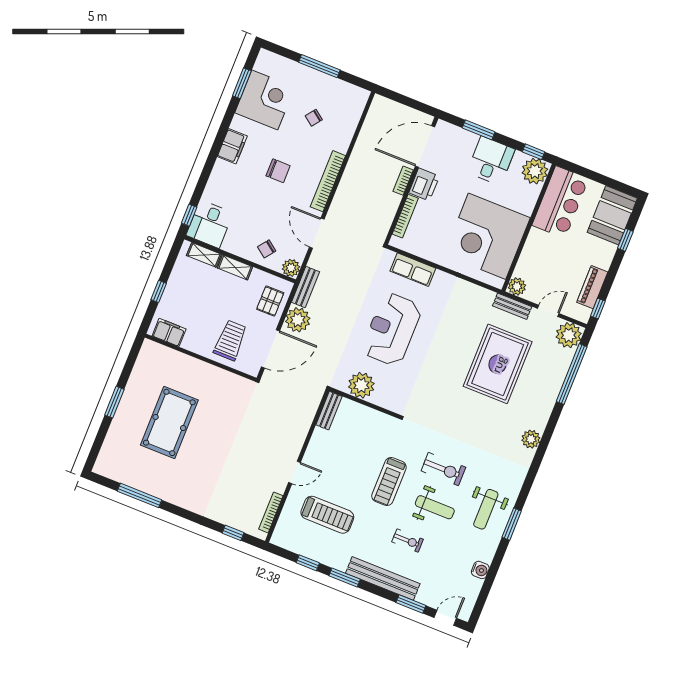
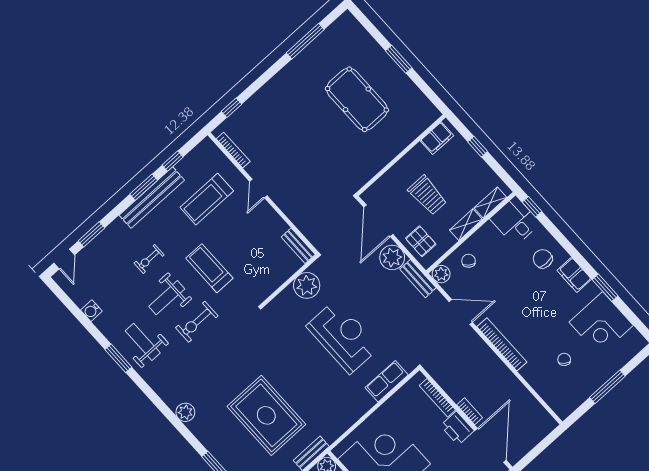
window: (242, 83) -> (605, 288), moved
chair: (278, 171) -> (543, 259), moved, turned 90
trolley: (230, 340) -> (427, 195), moved
bench: (383, 578) -> (152, 198), moved

